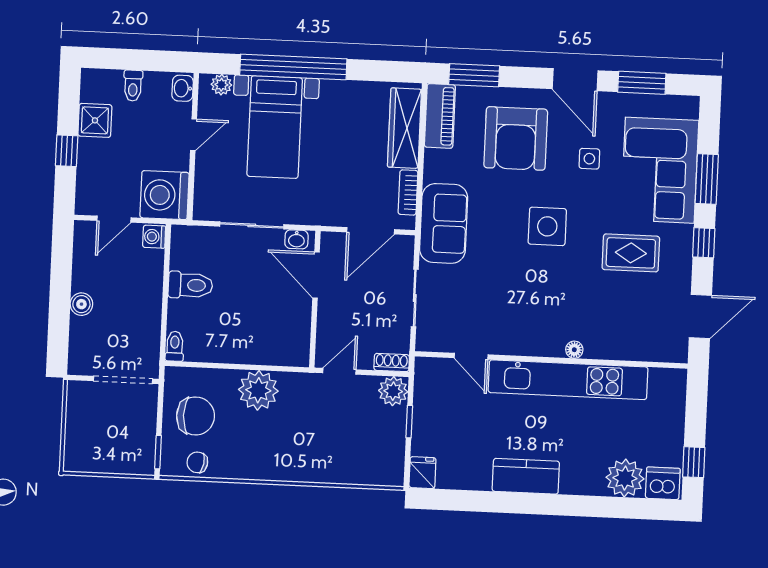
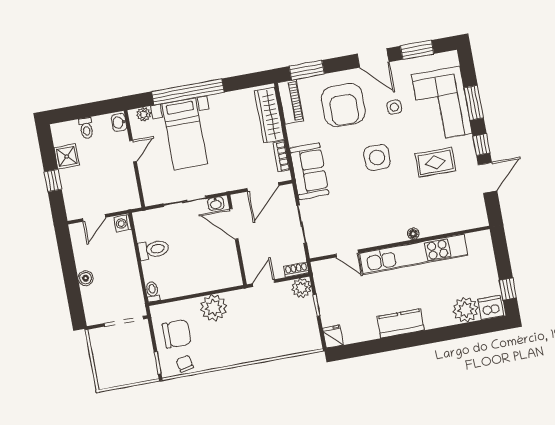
washing machine: (164, 195) -> (123, 195), removed
door: (700, 316) -> (487, 178), moved
chair: (197, 462) -> (185, 364), turned 69

